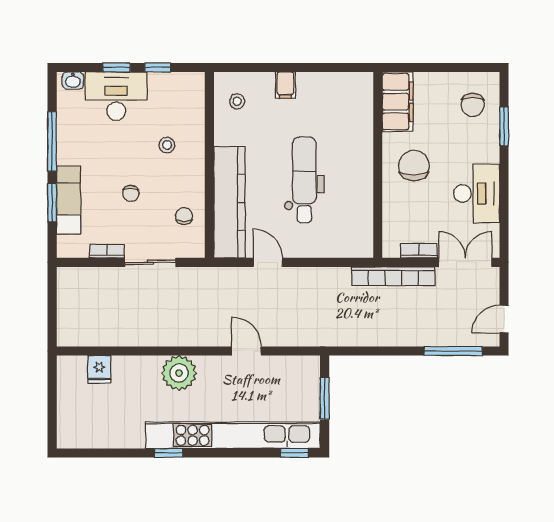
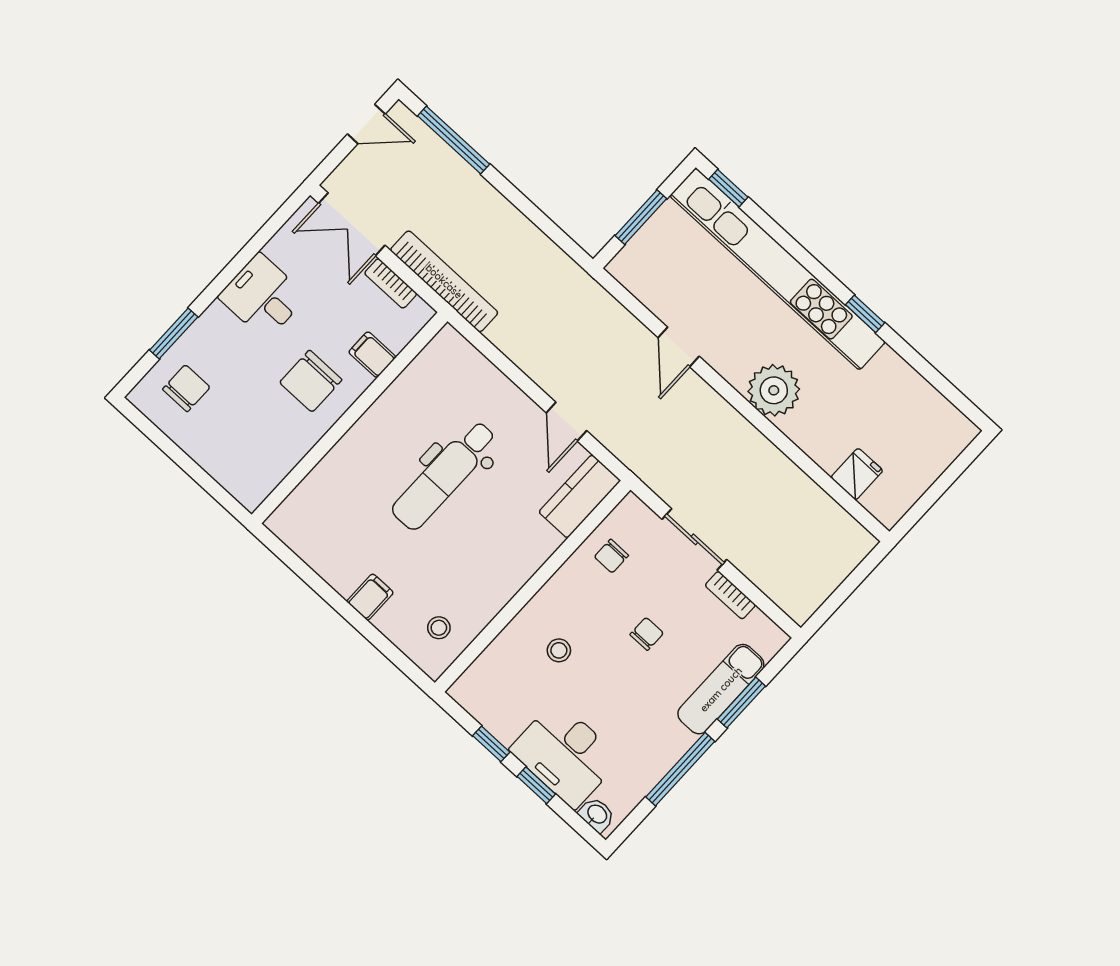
filing cabinet: (398, 102) -> (372, 355), moved, width x0.33, depth x0.86
desk: (477, 193) -> (263, 297), width x0.73
kitchen counter: (229, 202) -> (580, 496), width x0.48, depth x0.86

